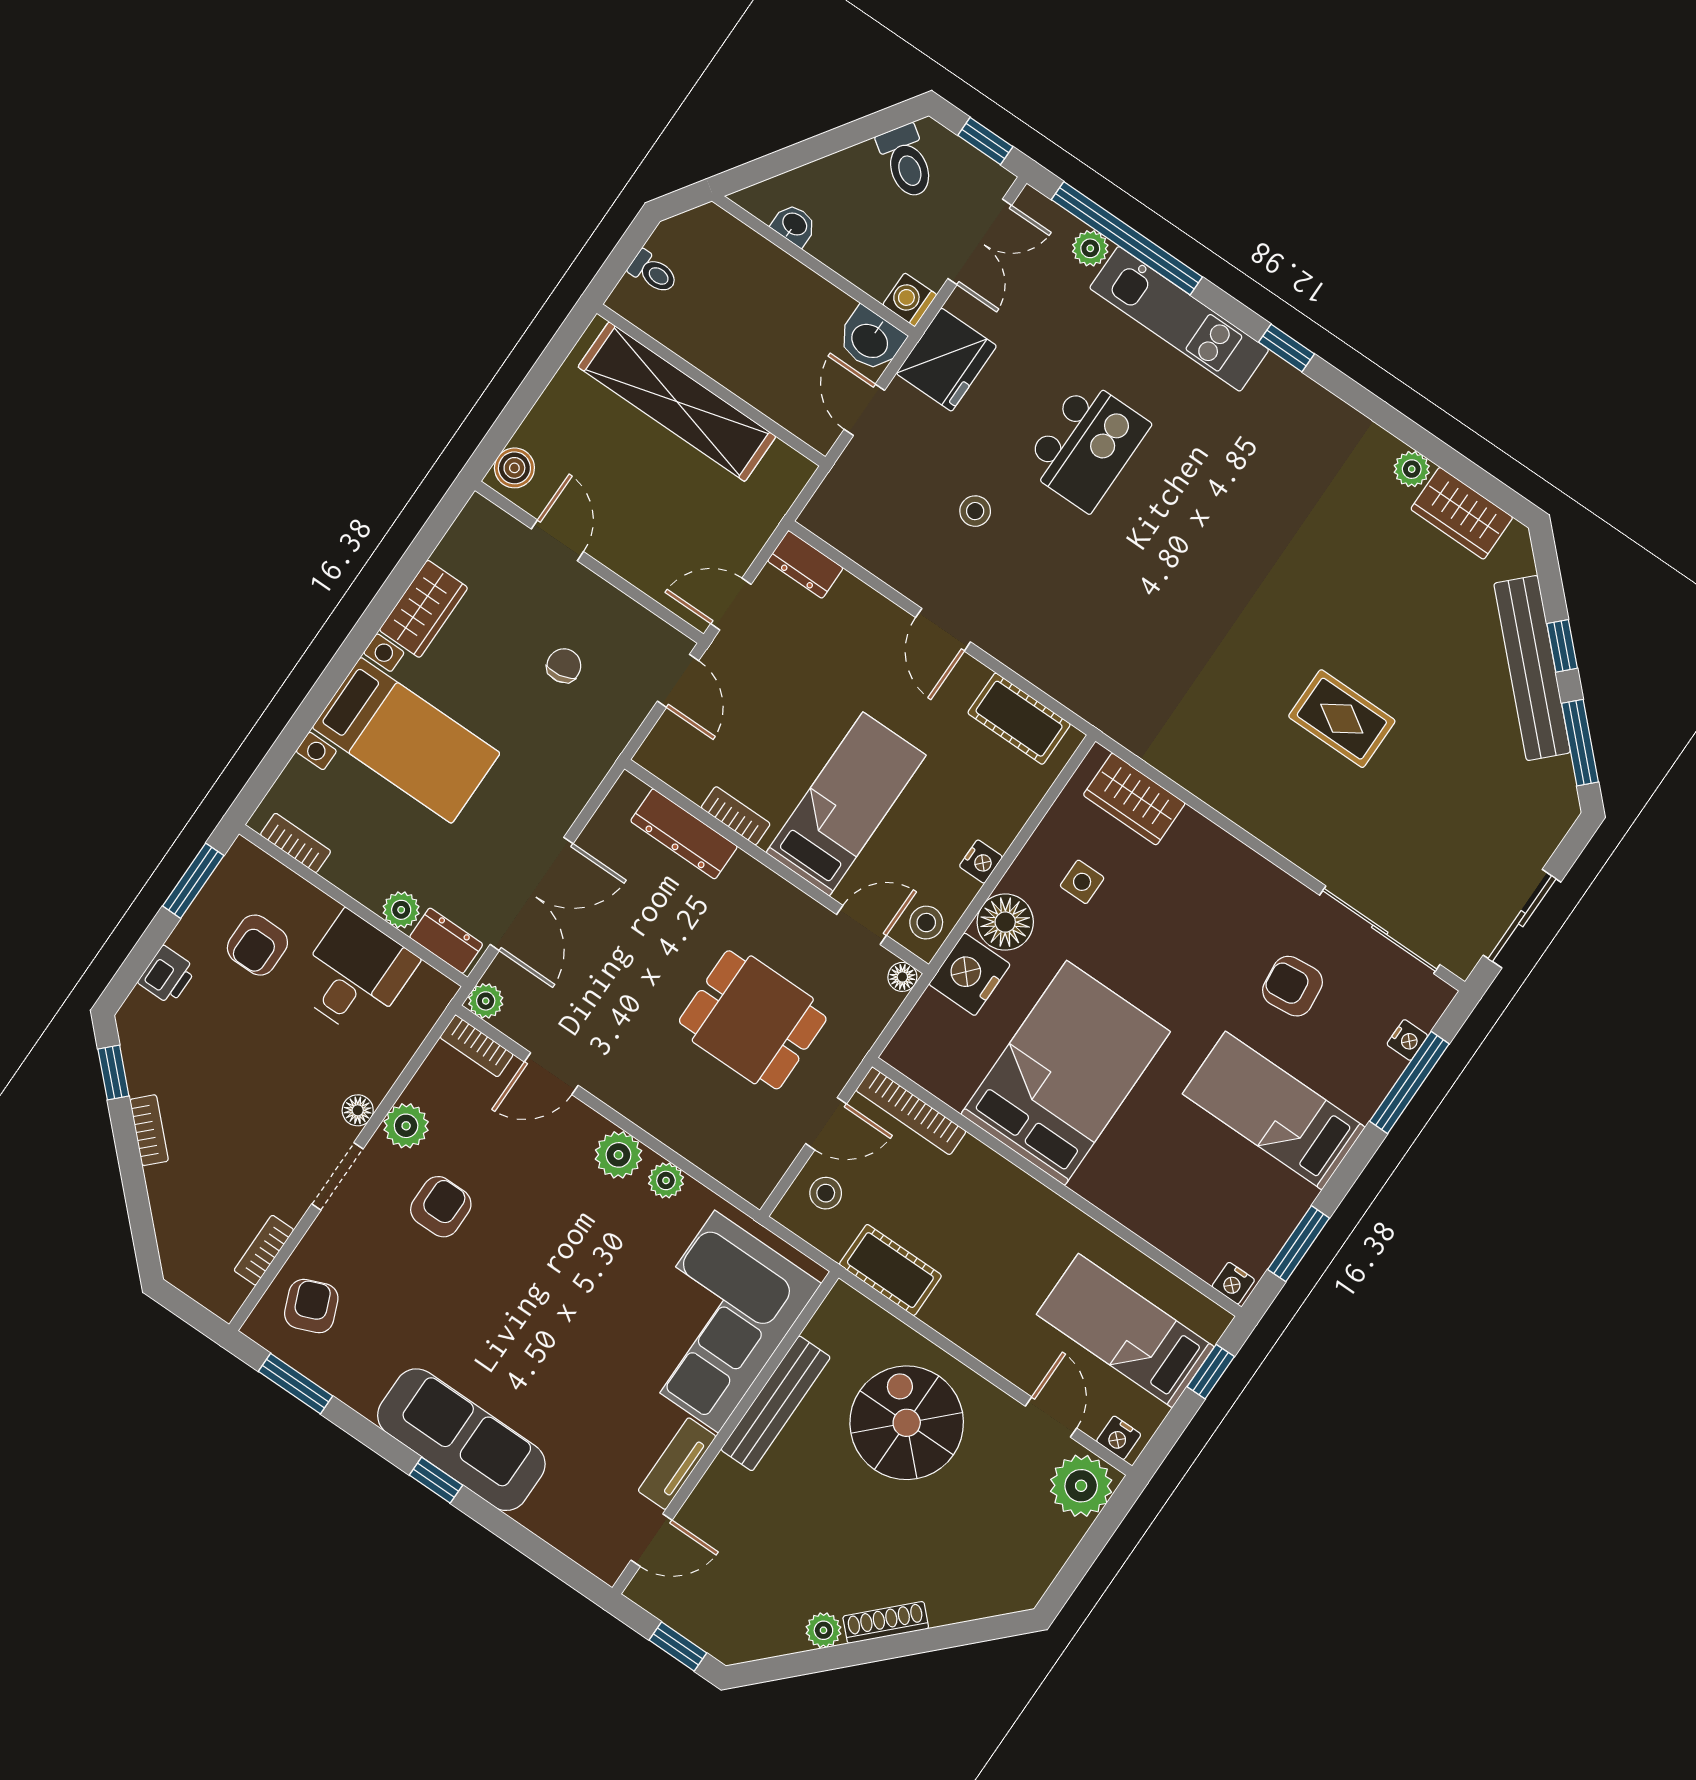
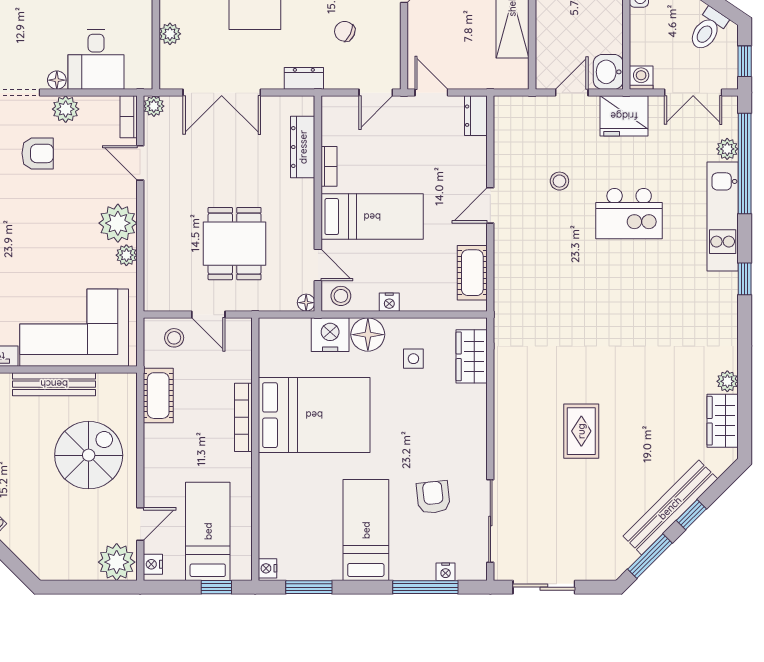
chair: (564, 666) -> (345, 31), turned -144
dresser: (446, 941) -> (304, 78), moved, turned -90
desk: (355, 974) -> (96, 59), moved, turned 90
bookcase: (911, 1111) -> (243, 417), moved
plant: (618, 1155) -> (118, 223), width x1.36, depth x1.36

